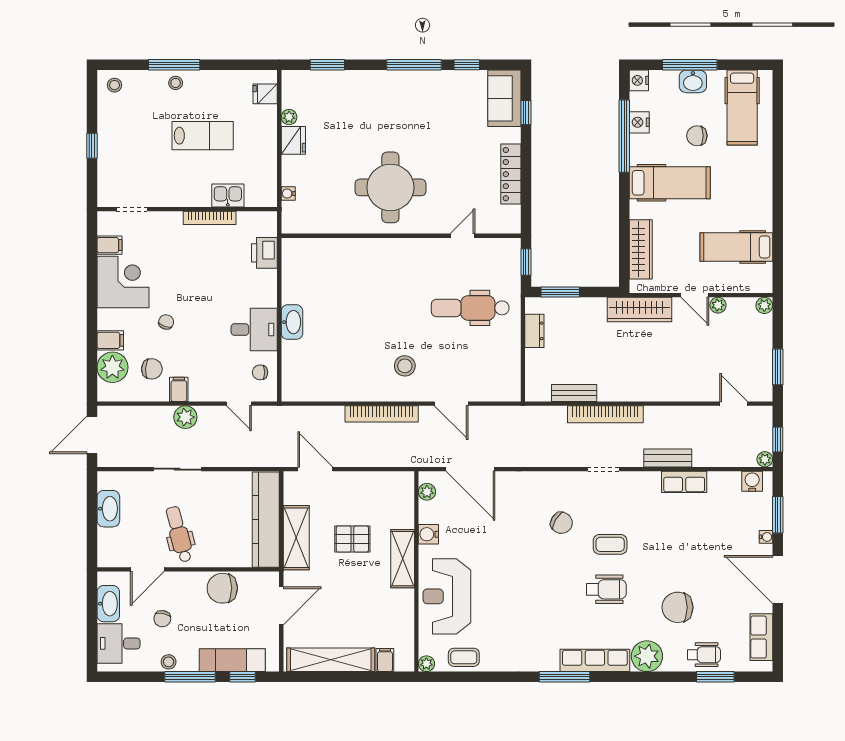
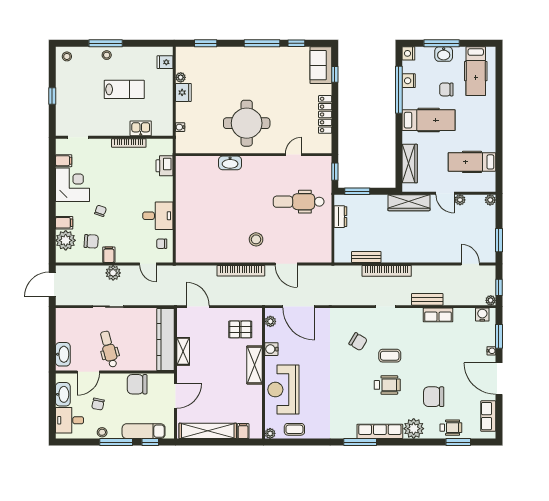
washbasin: (292, 322) -> (230, 163), moved, turned 90
washbasin: (108, 509) -> (63, 354), moved
shelving: (296, 538) -> (183, 351), width x0.67, depth x0.75
pallet: (352, 539) -> (240, 329), moved

